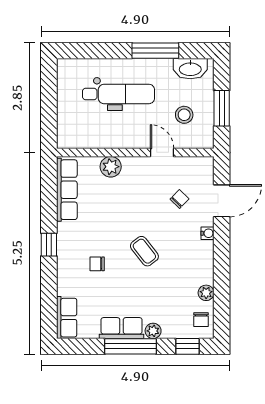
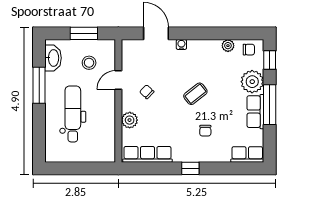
chair: (180, 199) -> (147, 92), moved
plant: (153, 331) -> (252, 82), width x1.87, depth x1.87

